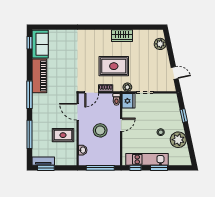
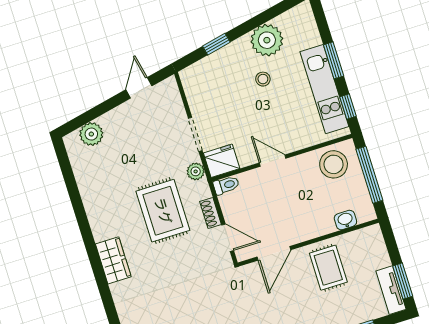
wardrobe: (122, 36) -> (113, 260), moved
stool: (100, 130) -> (334, 164), moved

